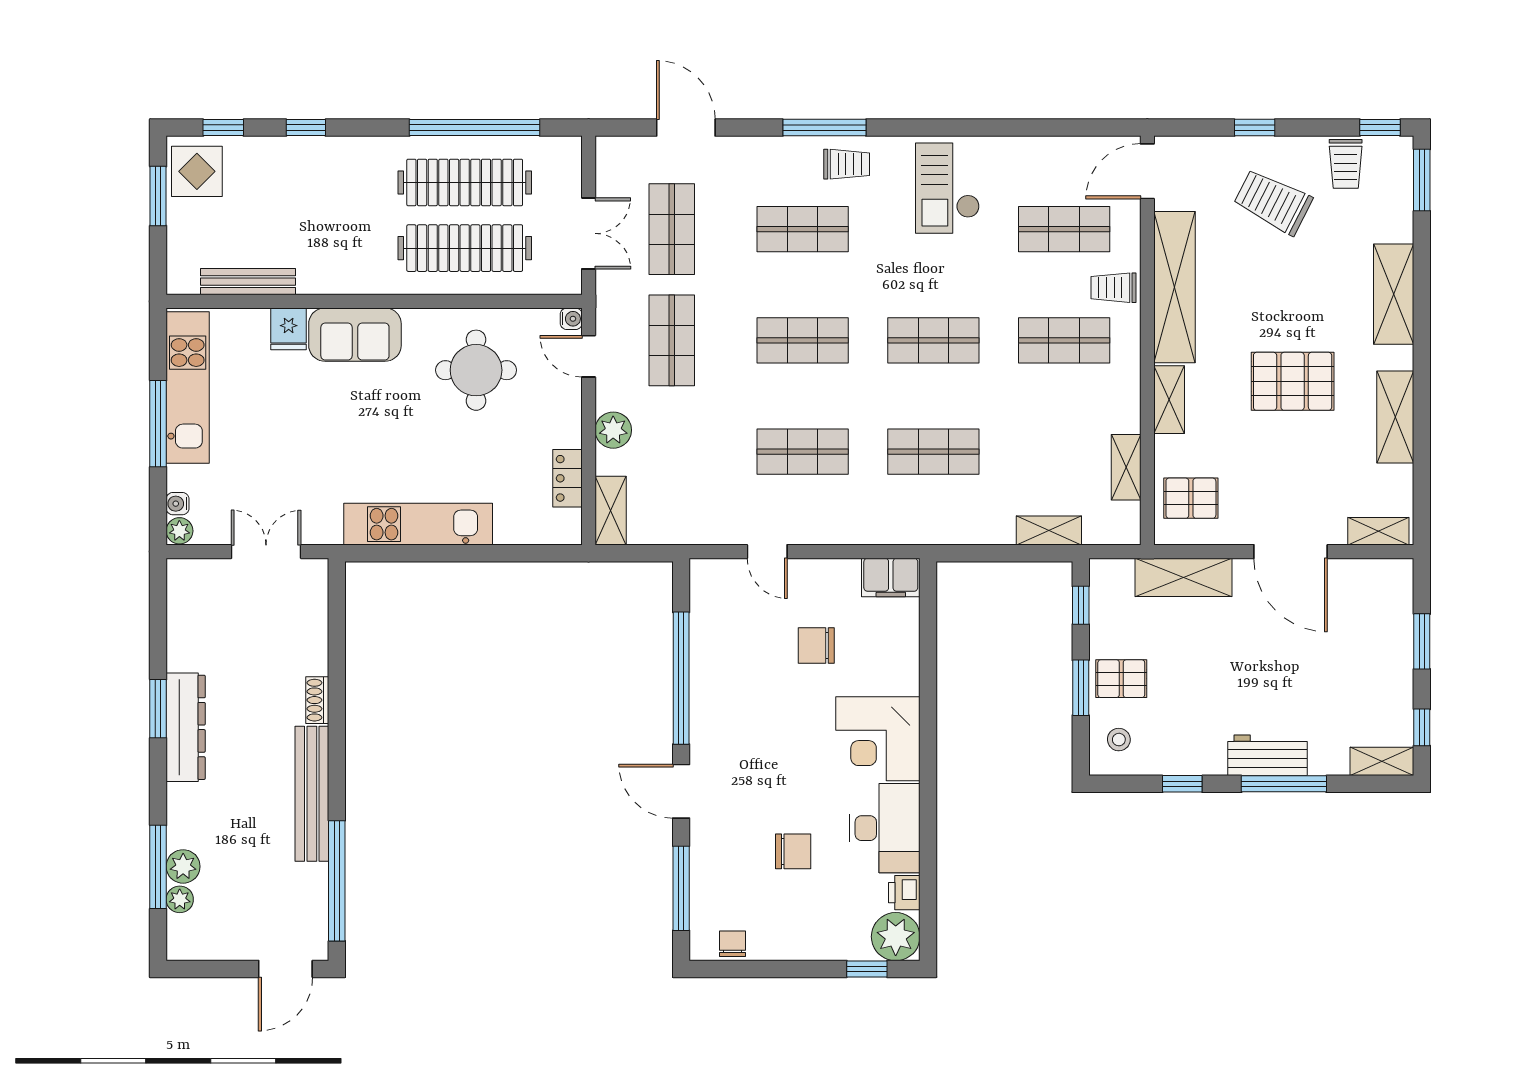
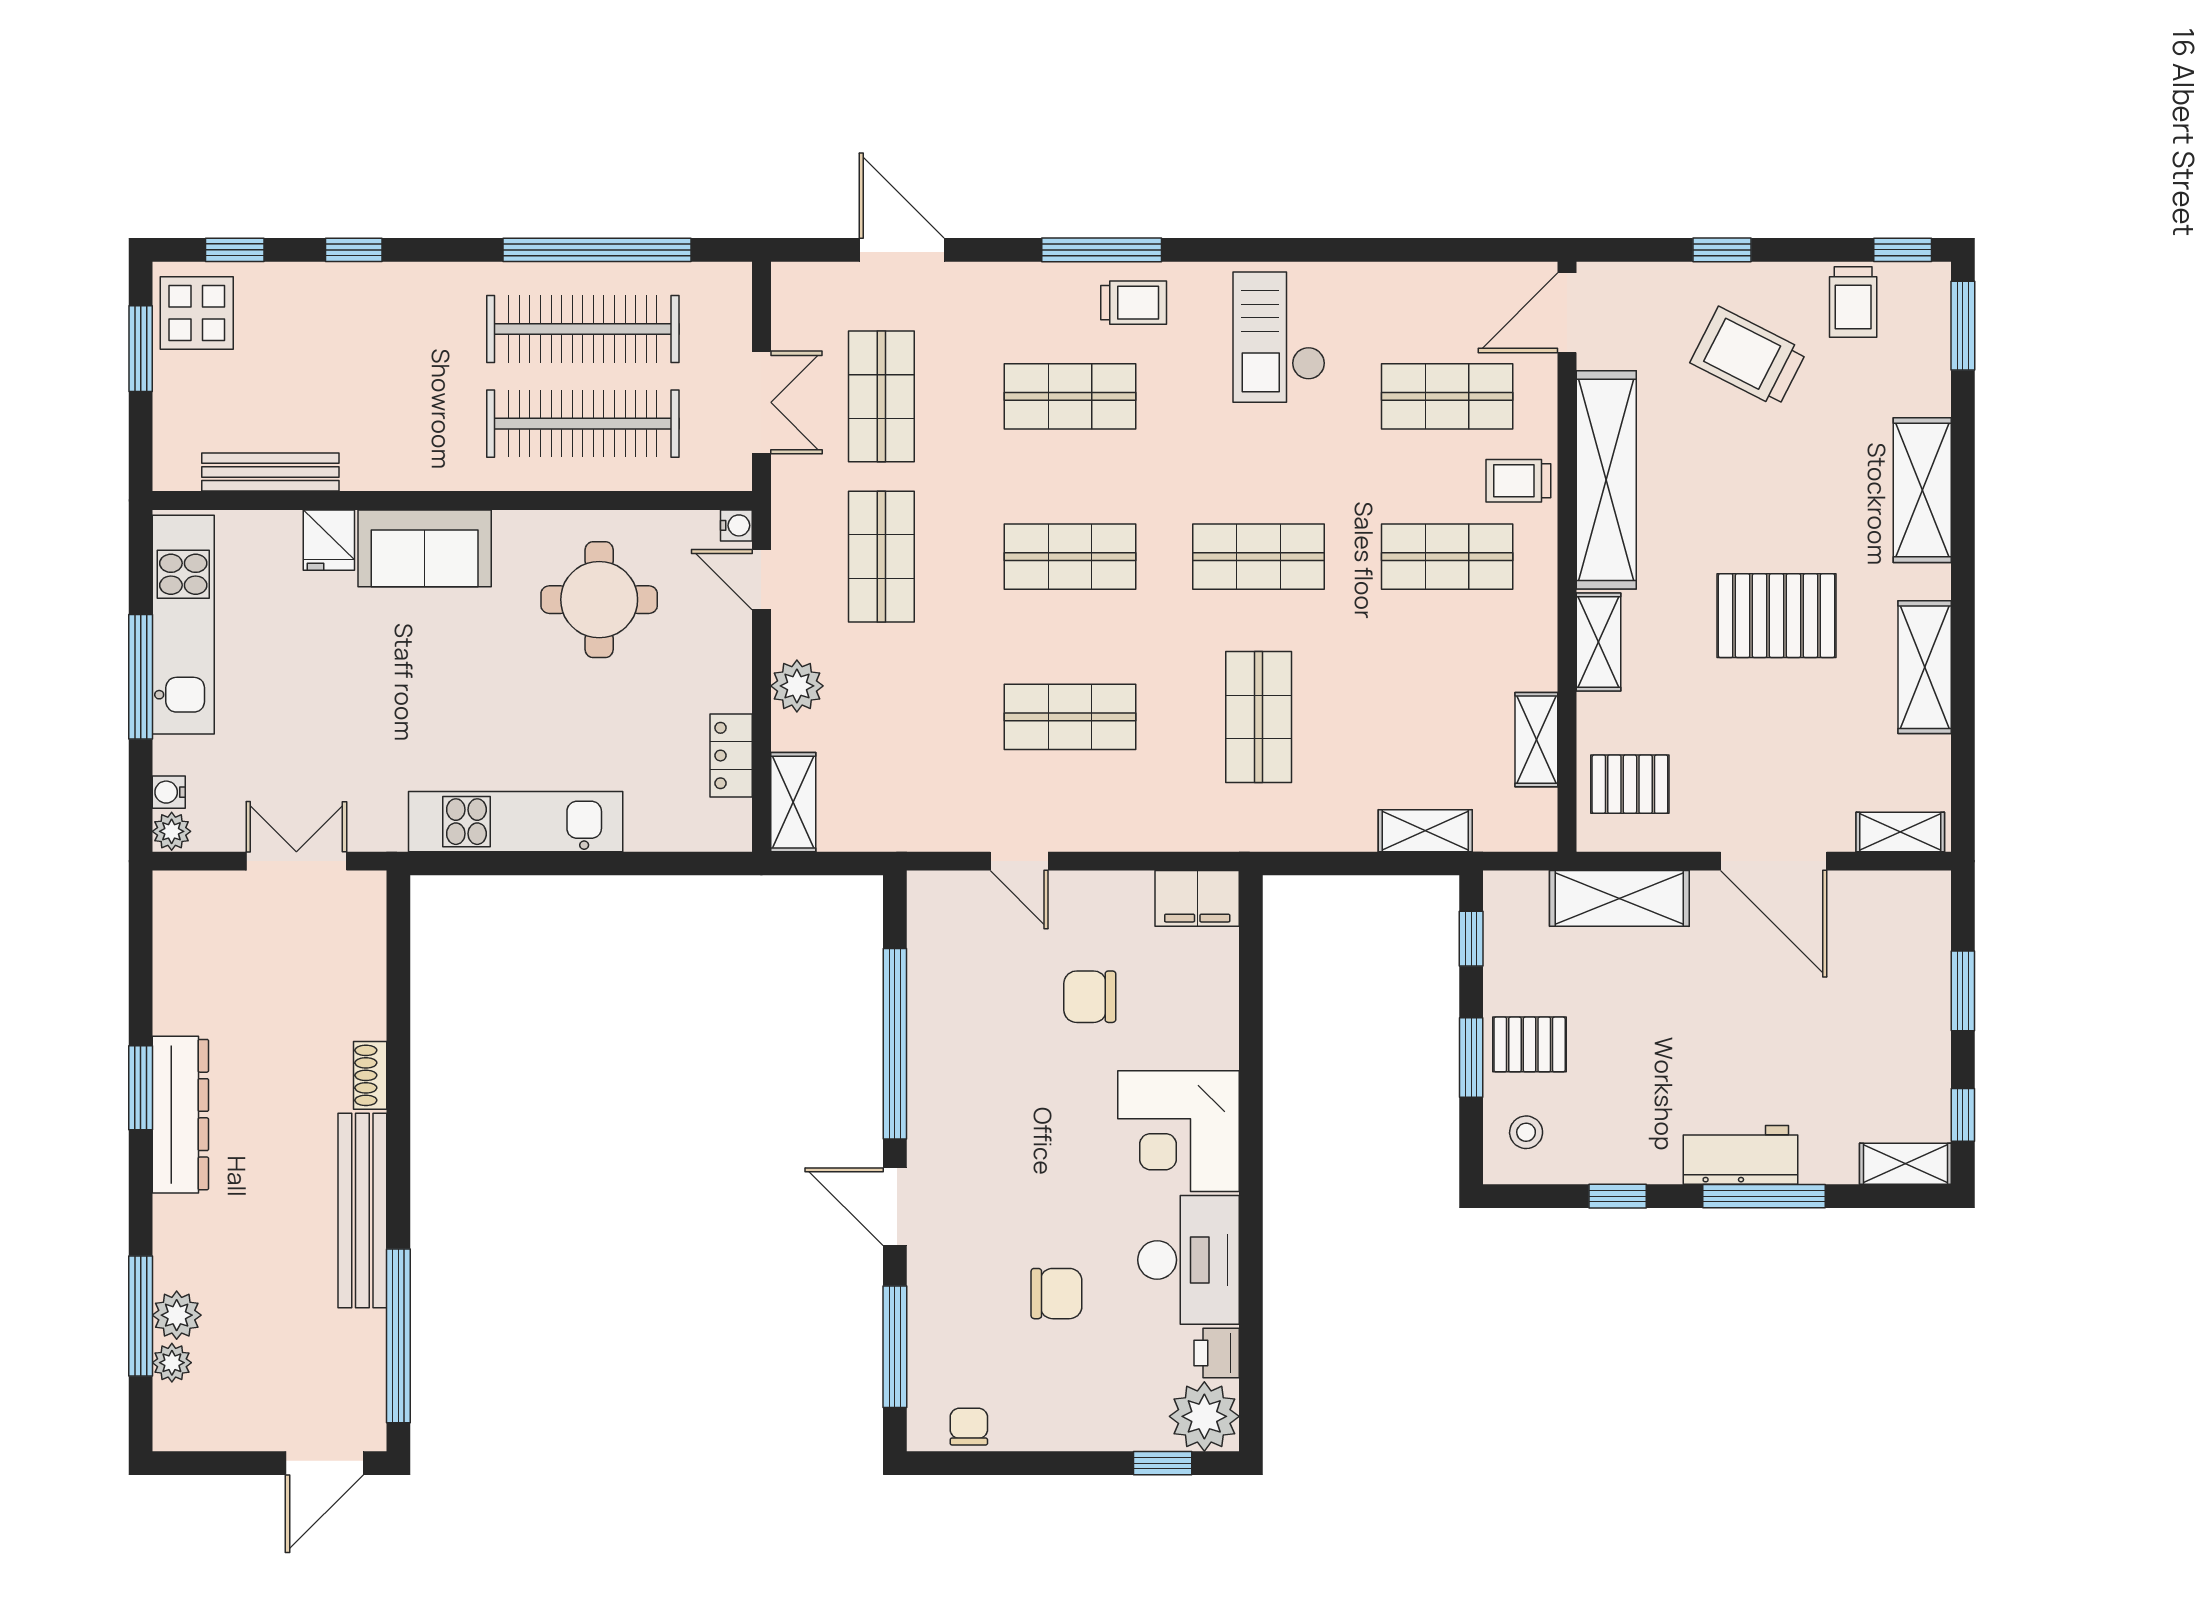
shop shelf: (933, 452) -> (1259, 717), turned 90

